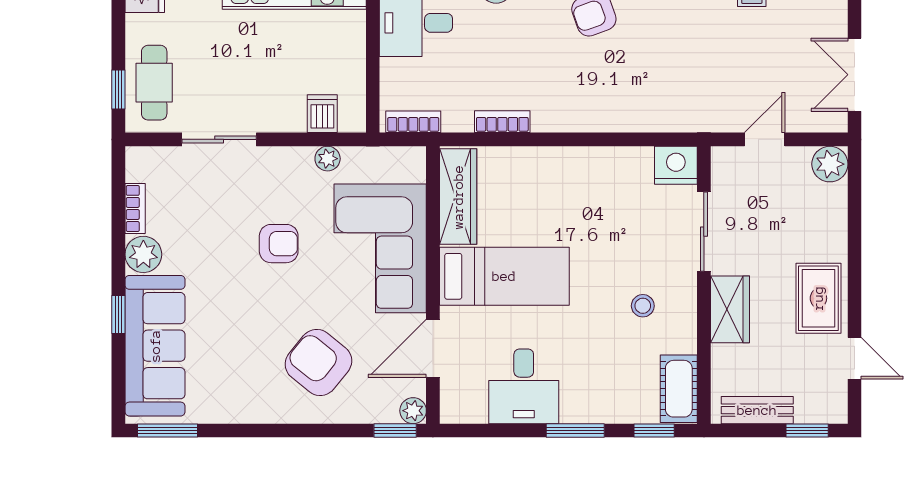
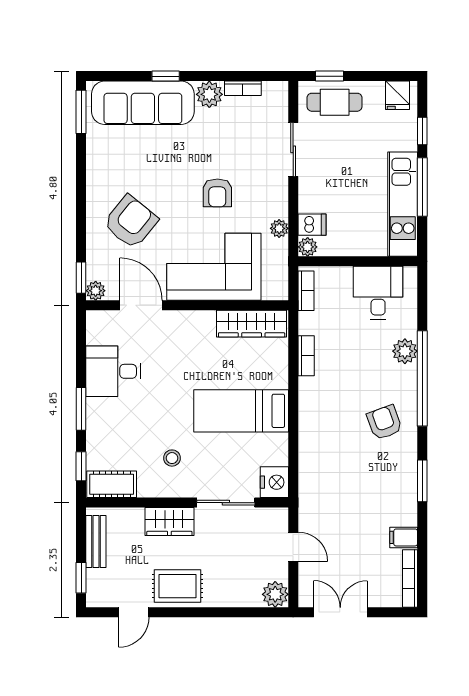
plant: (353, 120) -> (308, 247), added
bed: (504, 276) -> (241, 411), moved, turned 90

